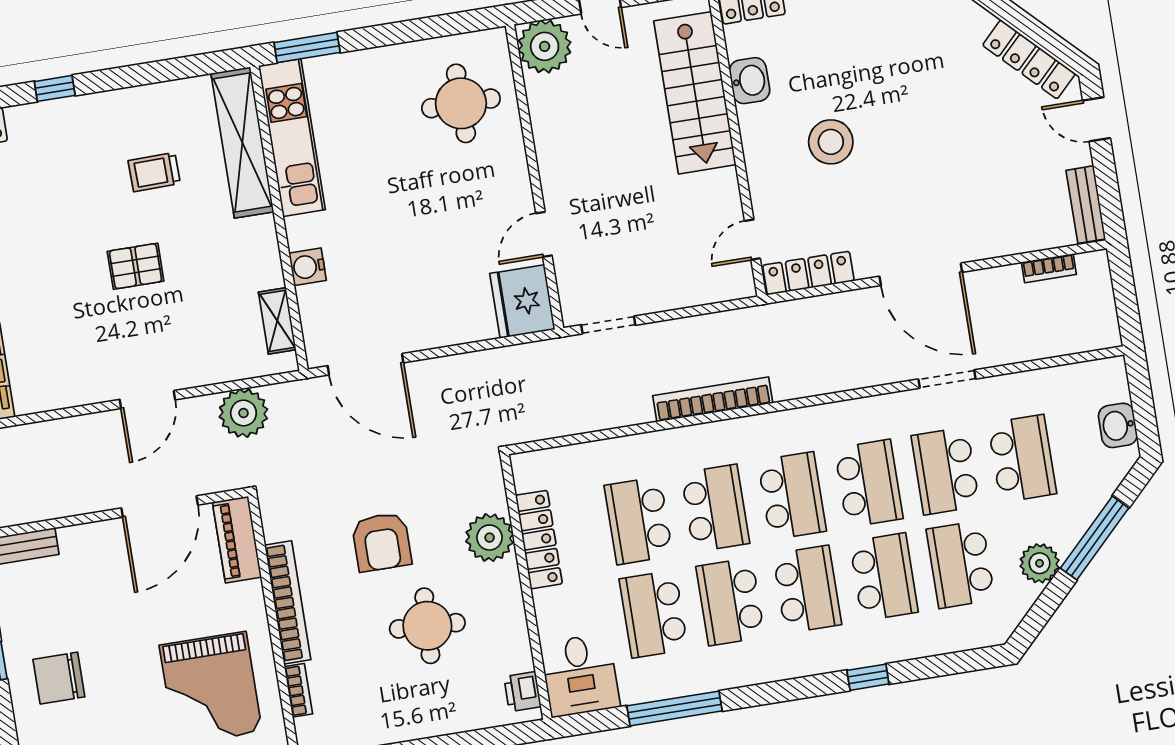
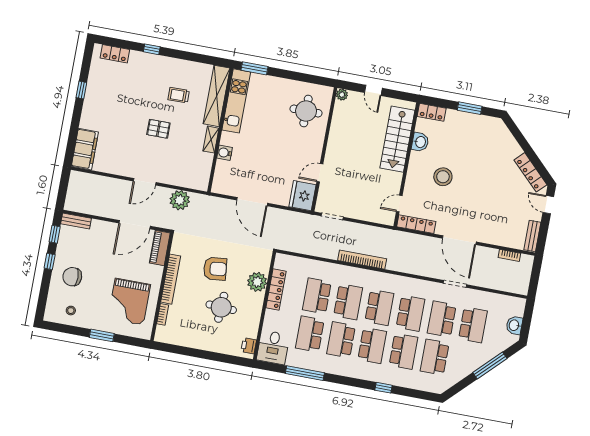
plant: (545, 46) -> (342, 95), width x0.53, depth x0.53
shelving: (277, 321) -> (211, 140), moved
door: (366, 364) -> (252, 202), moved
armchair: (382, 542) -> (215, 269), turned -96
plant: (1040, 563) -> (465, 368), removed

